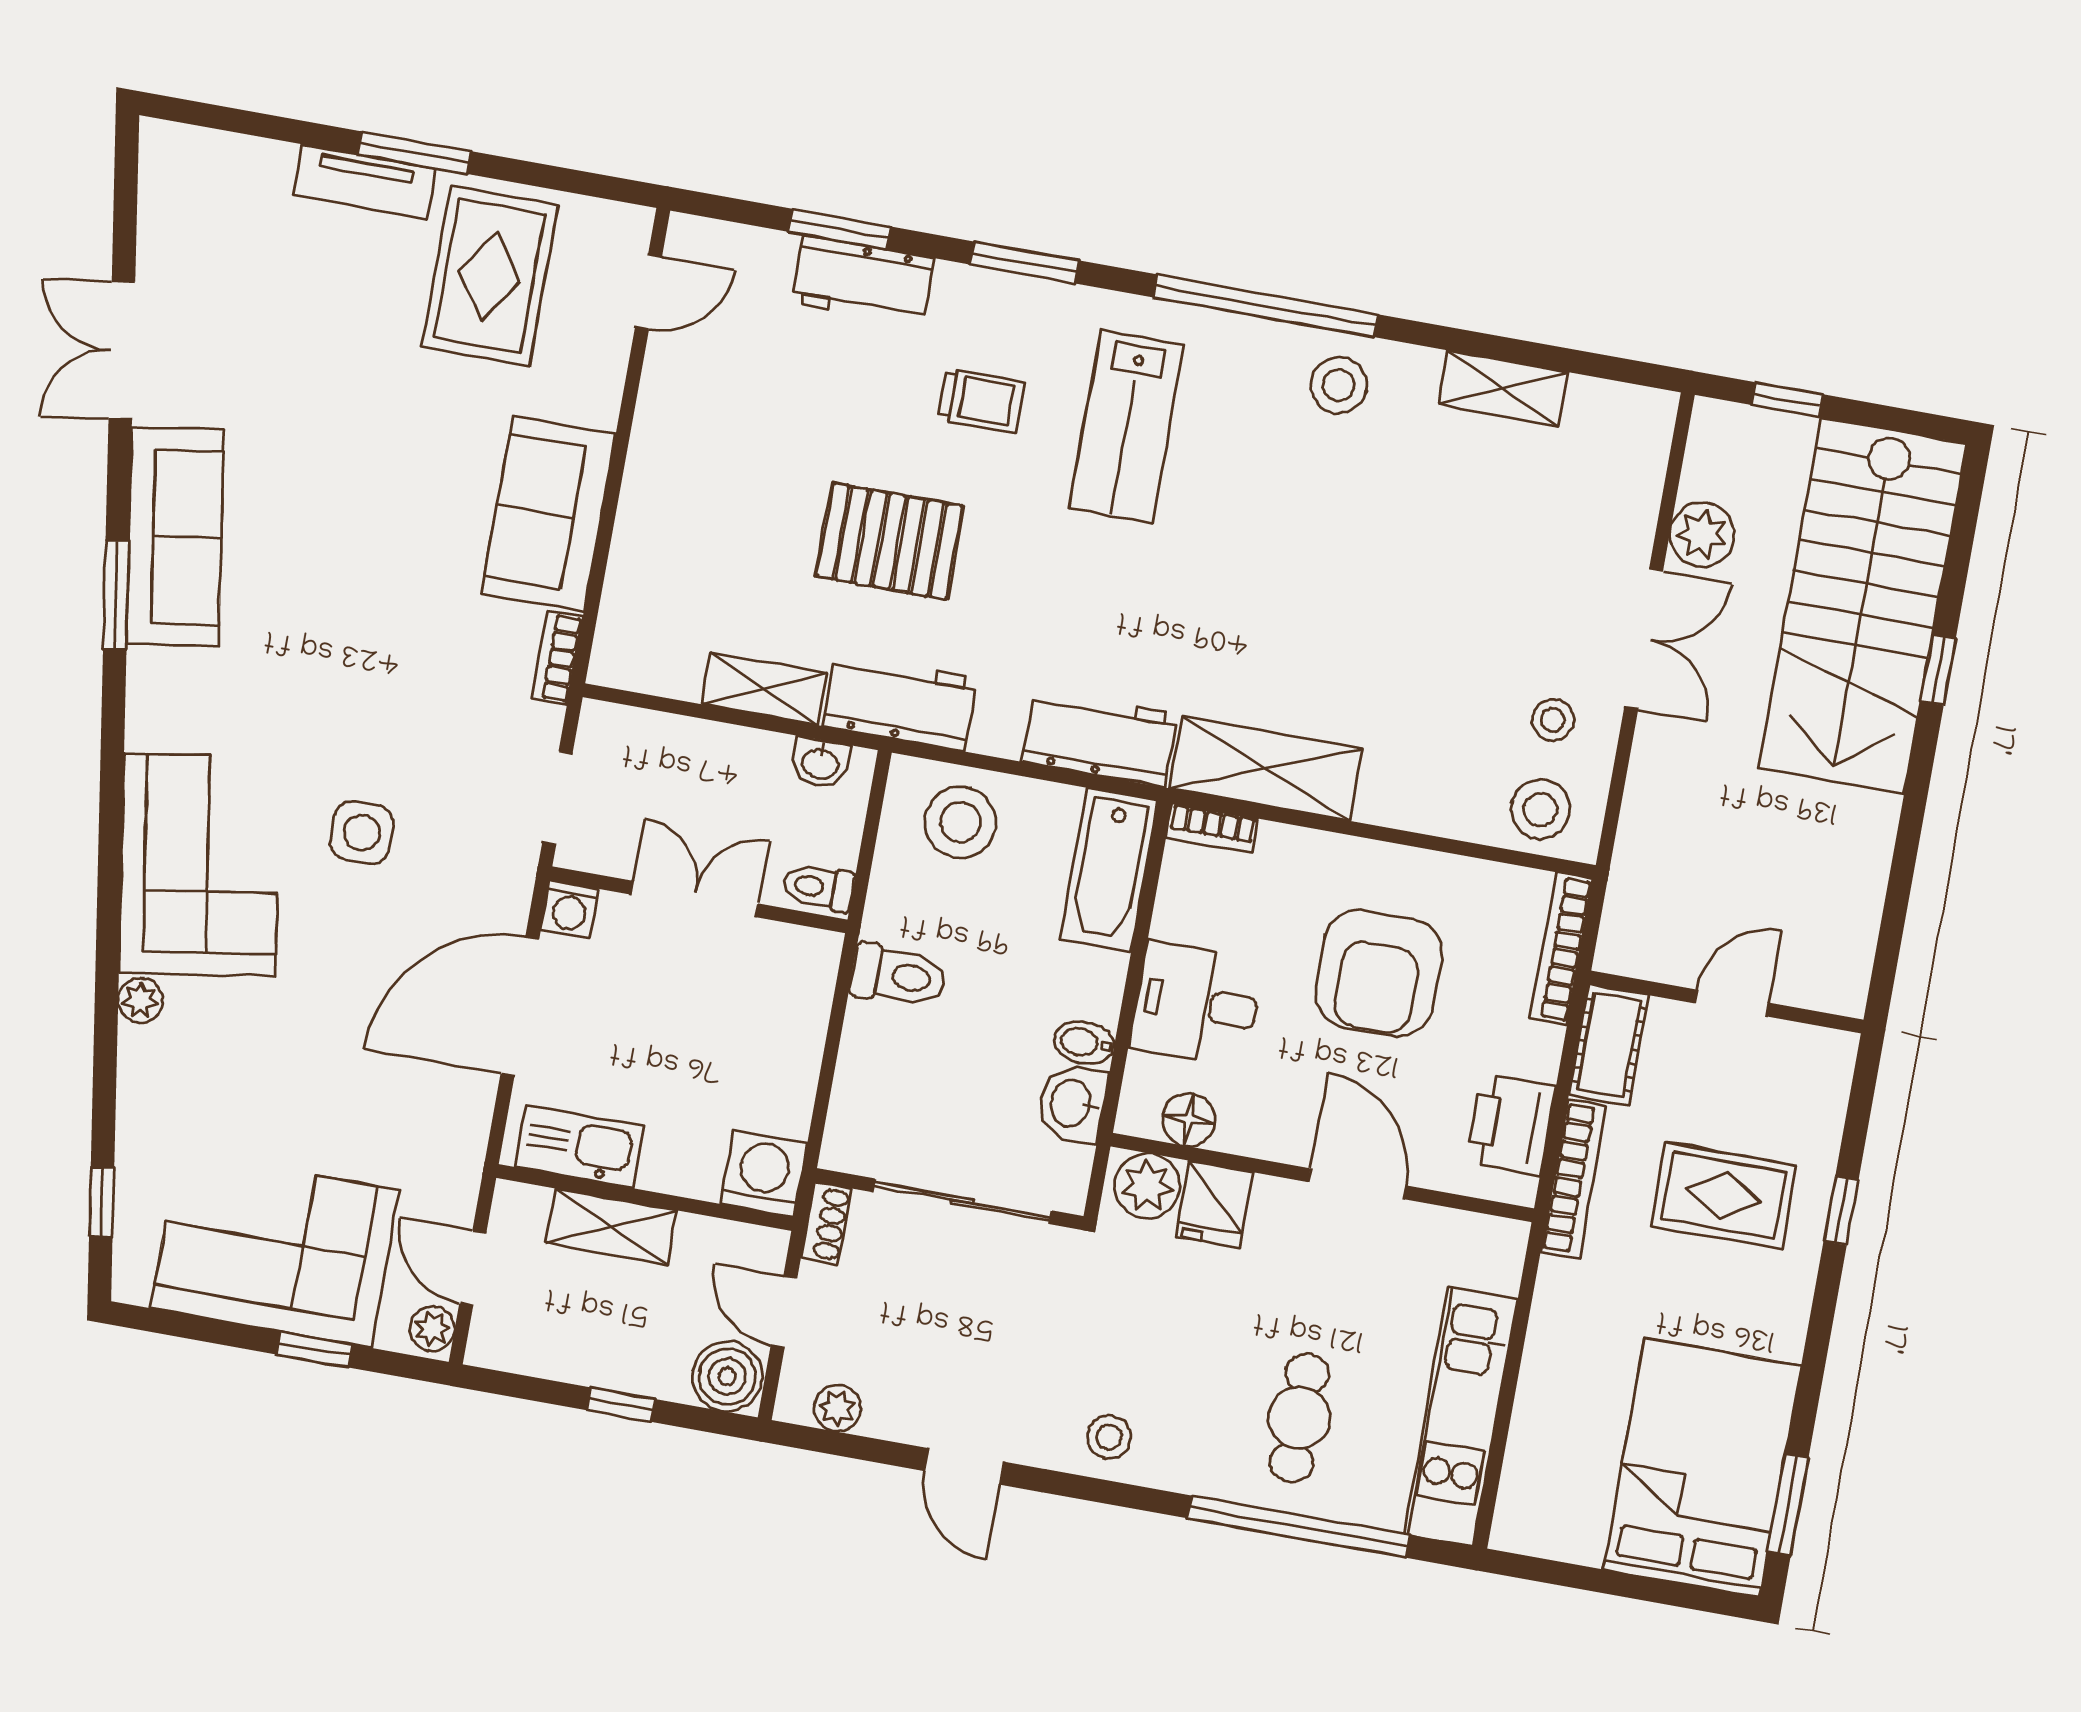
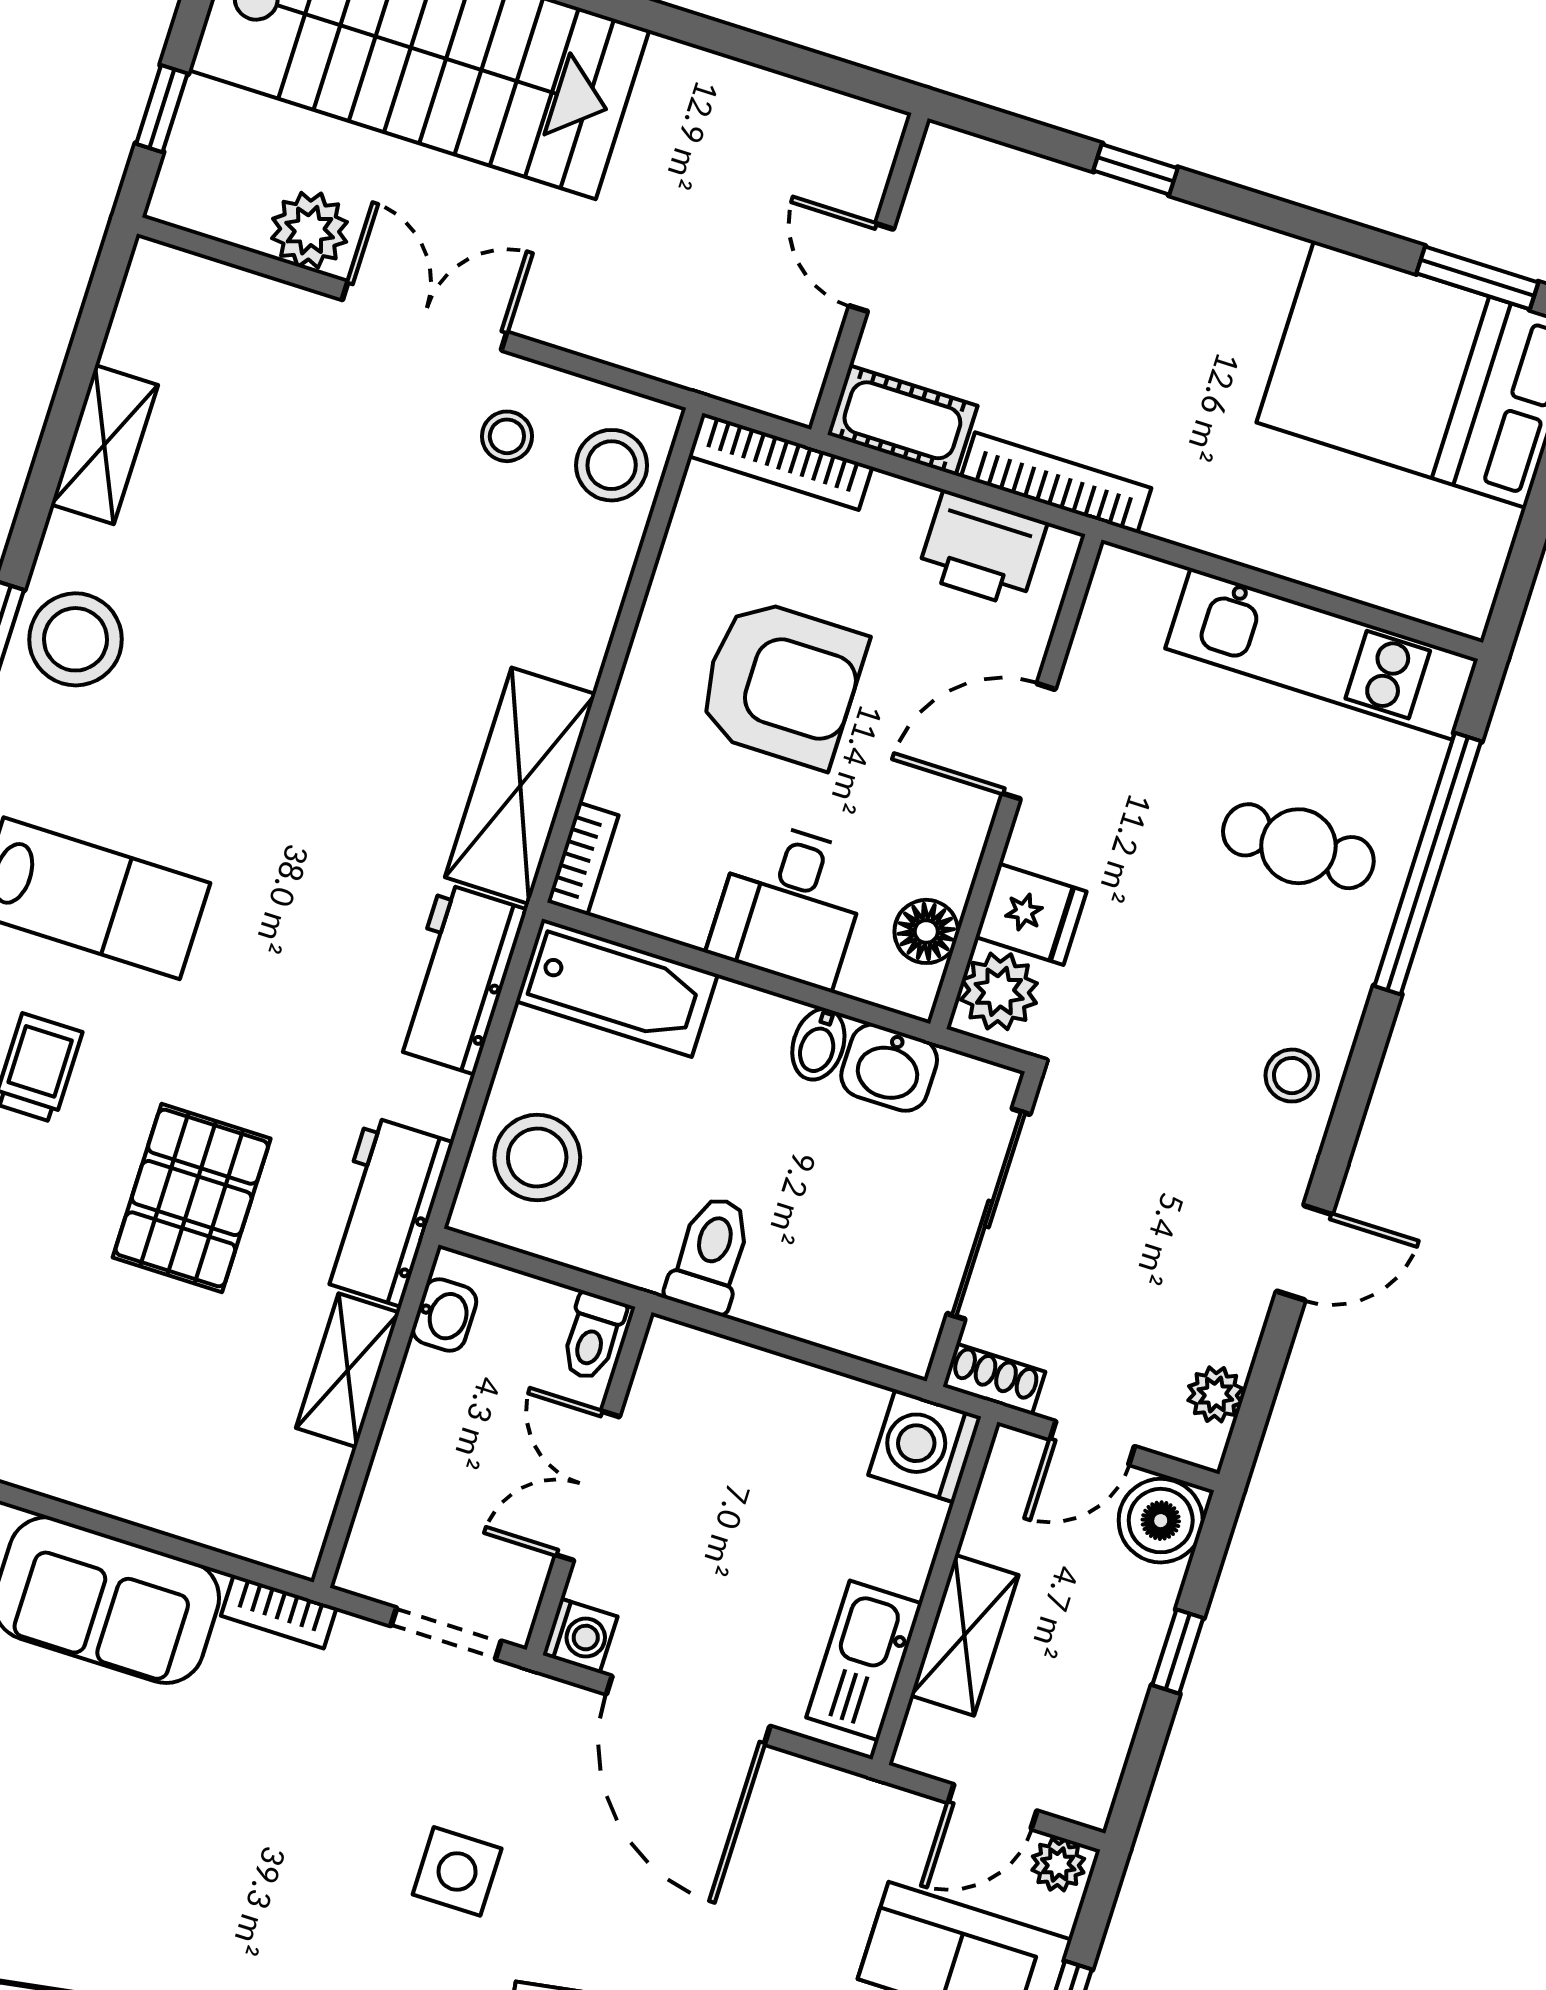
stool: (1339, 385) -> (76, 639), width x1.38, depth x1.38
rug: (1724, 1196) -> (1099, 307), removed

